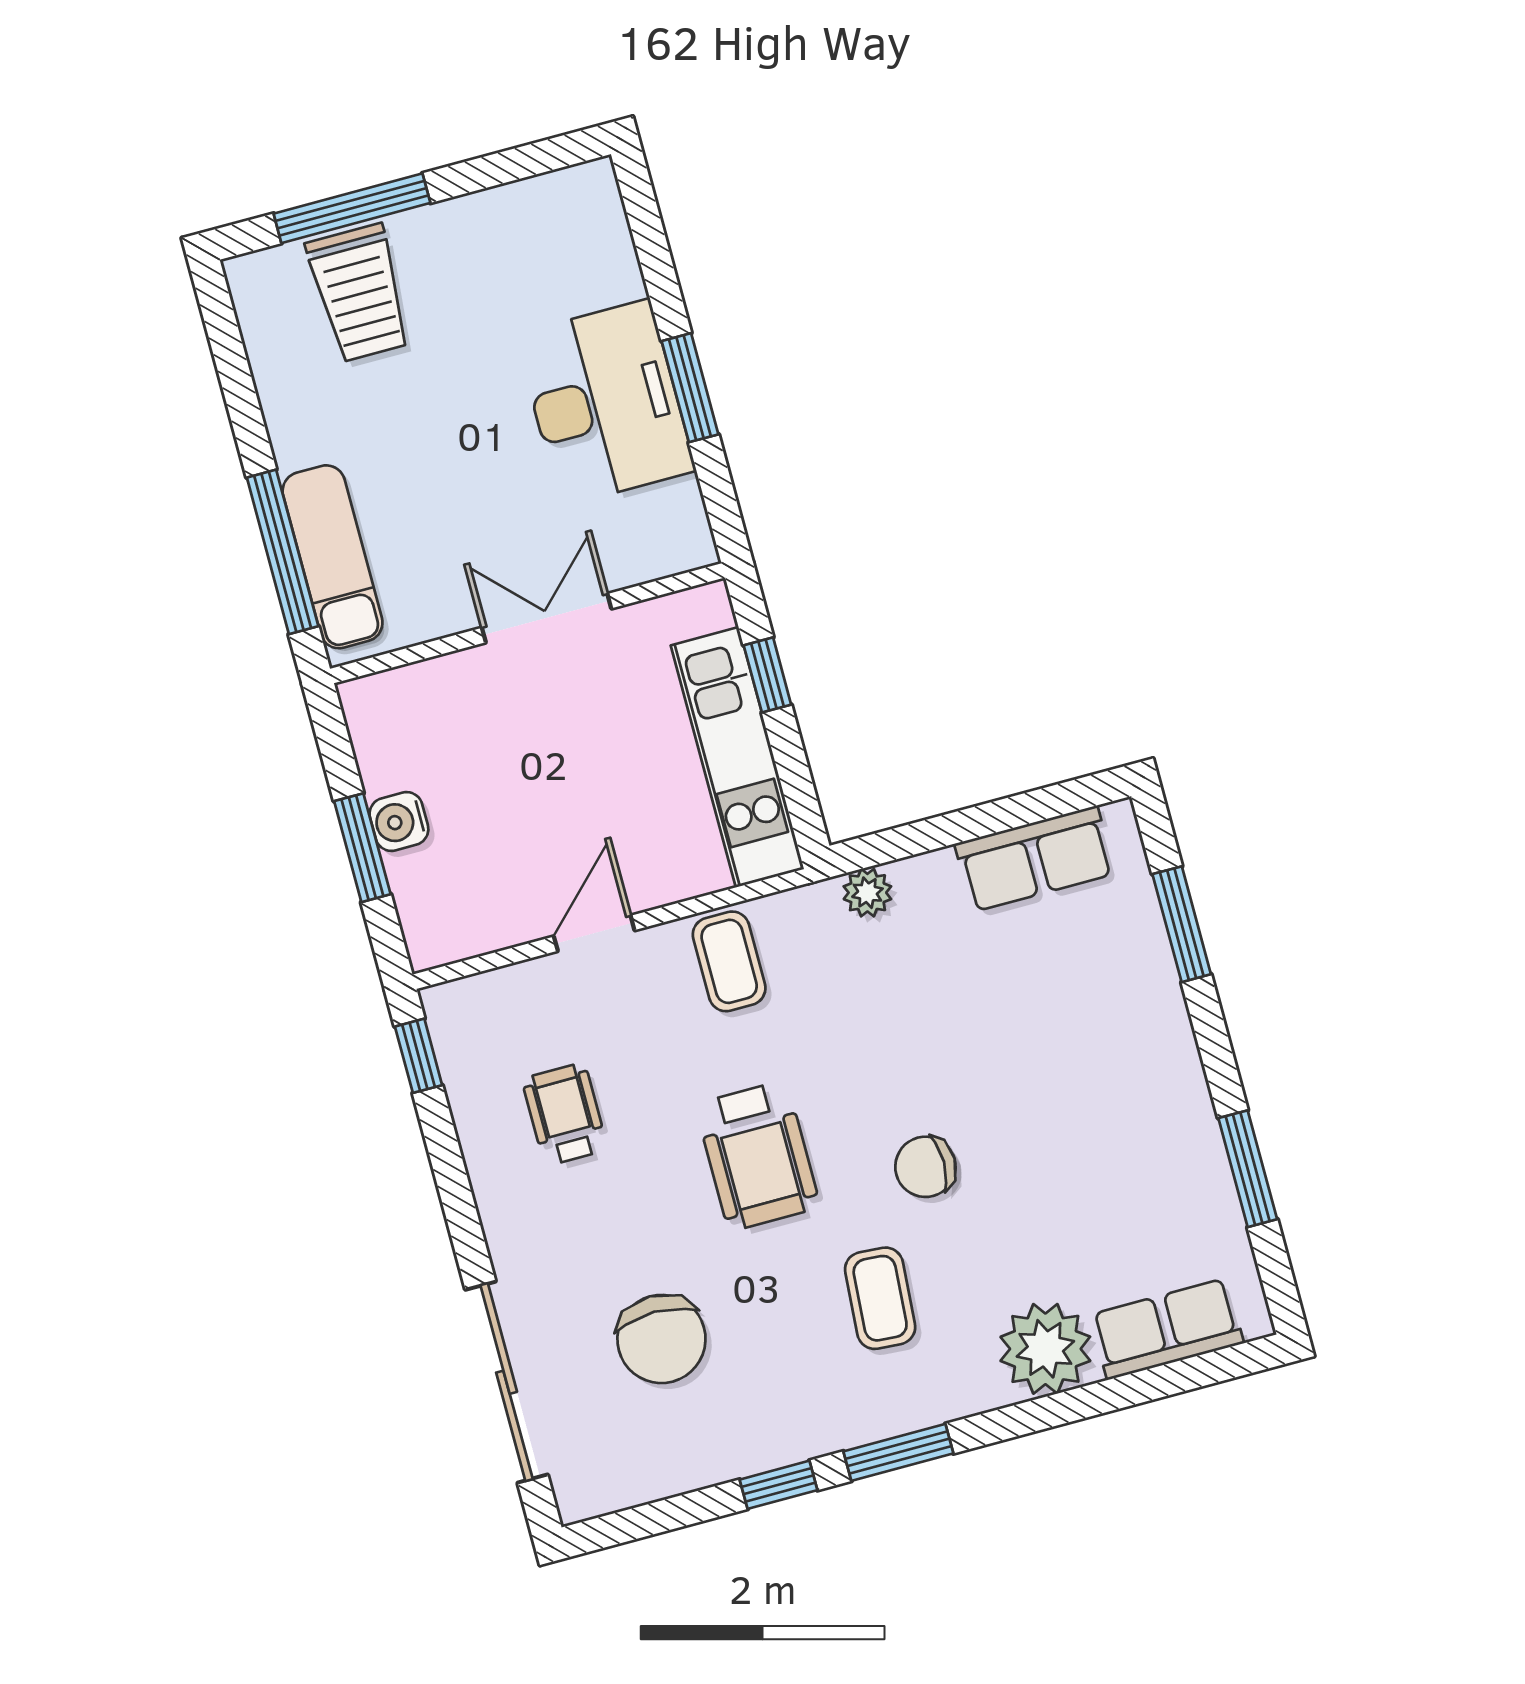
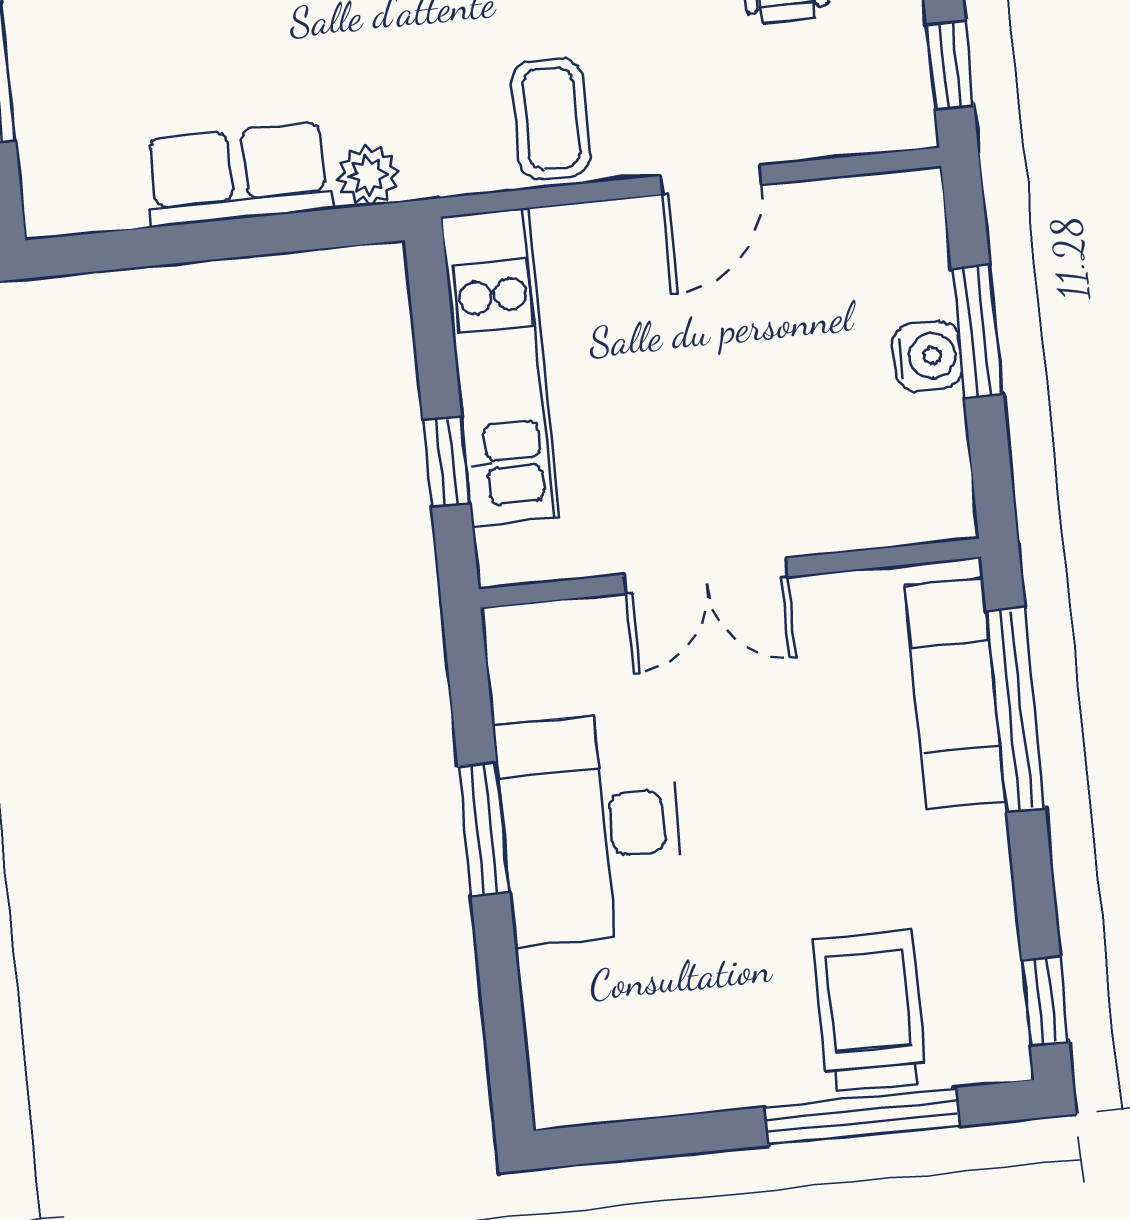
window: (221, 324) -> (1045, 1001), added
row of seats: (1035, 859) -> (238, 175), moved

